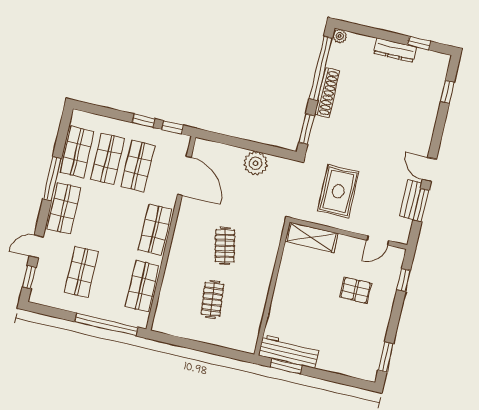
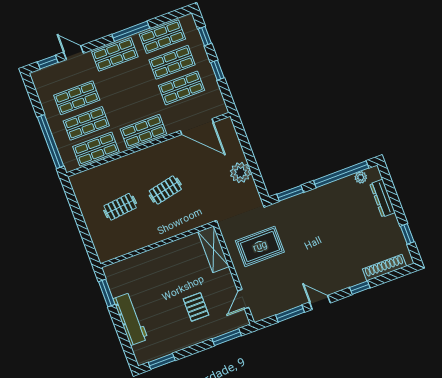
plant: (340, 36) -> (361, 177), moved
dresser: (395, 50) -> (383, 198), moved
window: (447, 92) -> (360, 288), moved
shoe rack: (327, 93) -> (384, 268), moved, turned 180
window: (173, 127) -> (205, 36), moved
door: (429, 169) -> (320, 302), hinge flipped
door: (184, 176) -> (197, 127), hinge flipped
bench: (411, 199) -> (289, 303), removed
door: (378, 240) -> (243, 299), hinge flipped
shop shelf: (112, 279) -> (86, 123), added
window: (404, 280) -> (227, 337), width x1.50
workbench: (289, 351) -> (131, 319), moved

